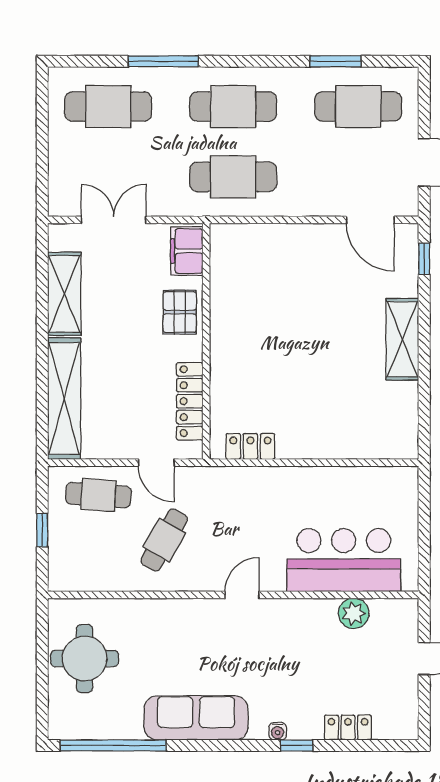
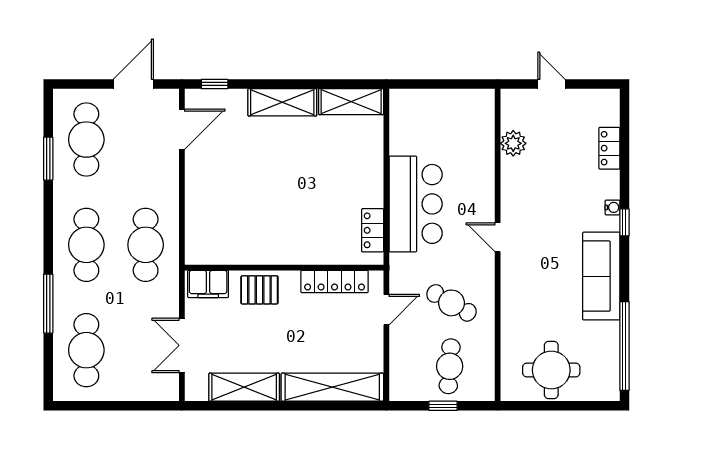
shelving: (403, 421) -> (351, 102), added
cafe table: (98, 495) -> (450, 366), moved
bar counter: (344, 560) -> (416, 204), moved, turned 180
window: (297, 745) -> (624, 222), moved

